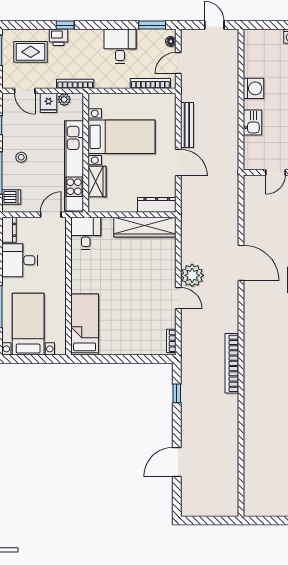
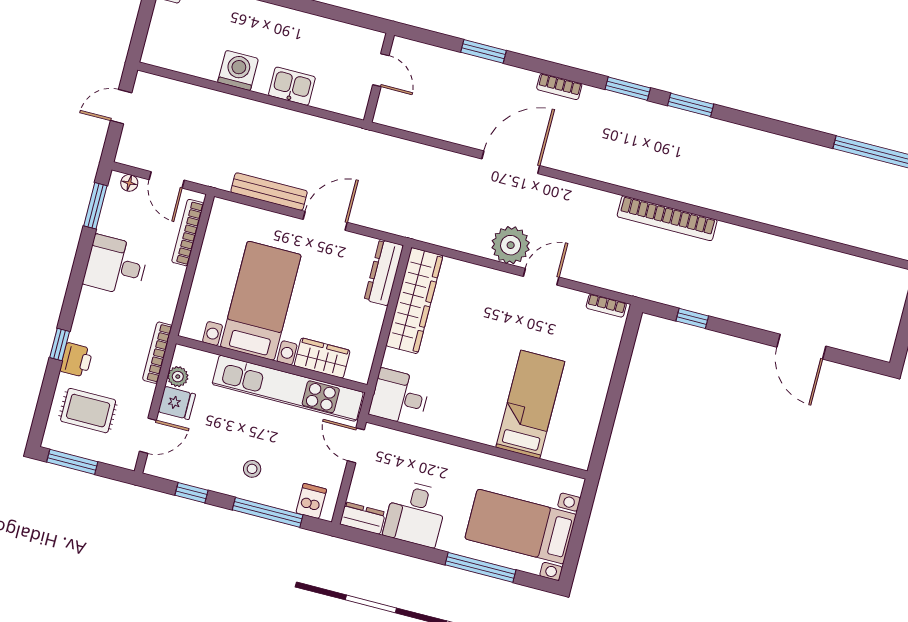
rug: (31, 52) -> (88, 411), turned 90
bed: (85, 324) -> (530, 404), moved, turned 90

